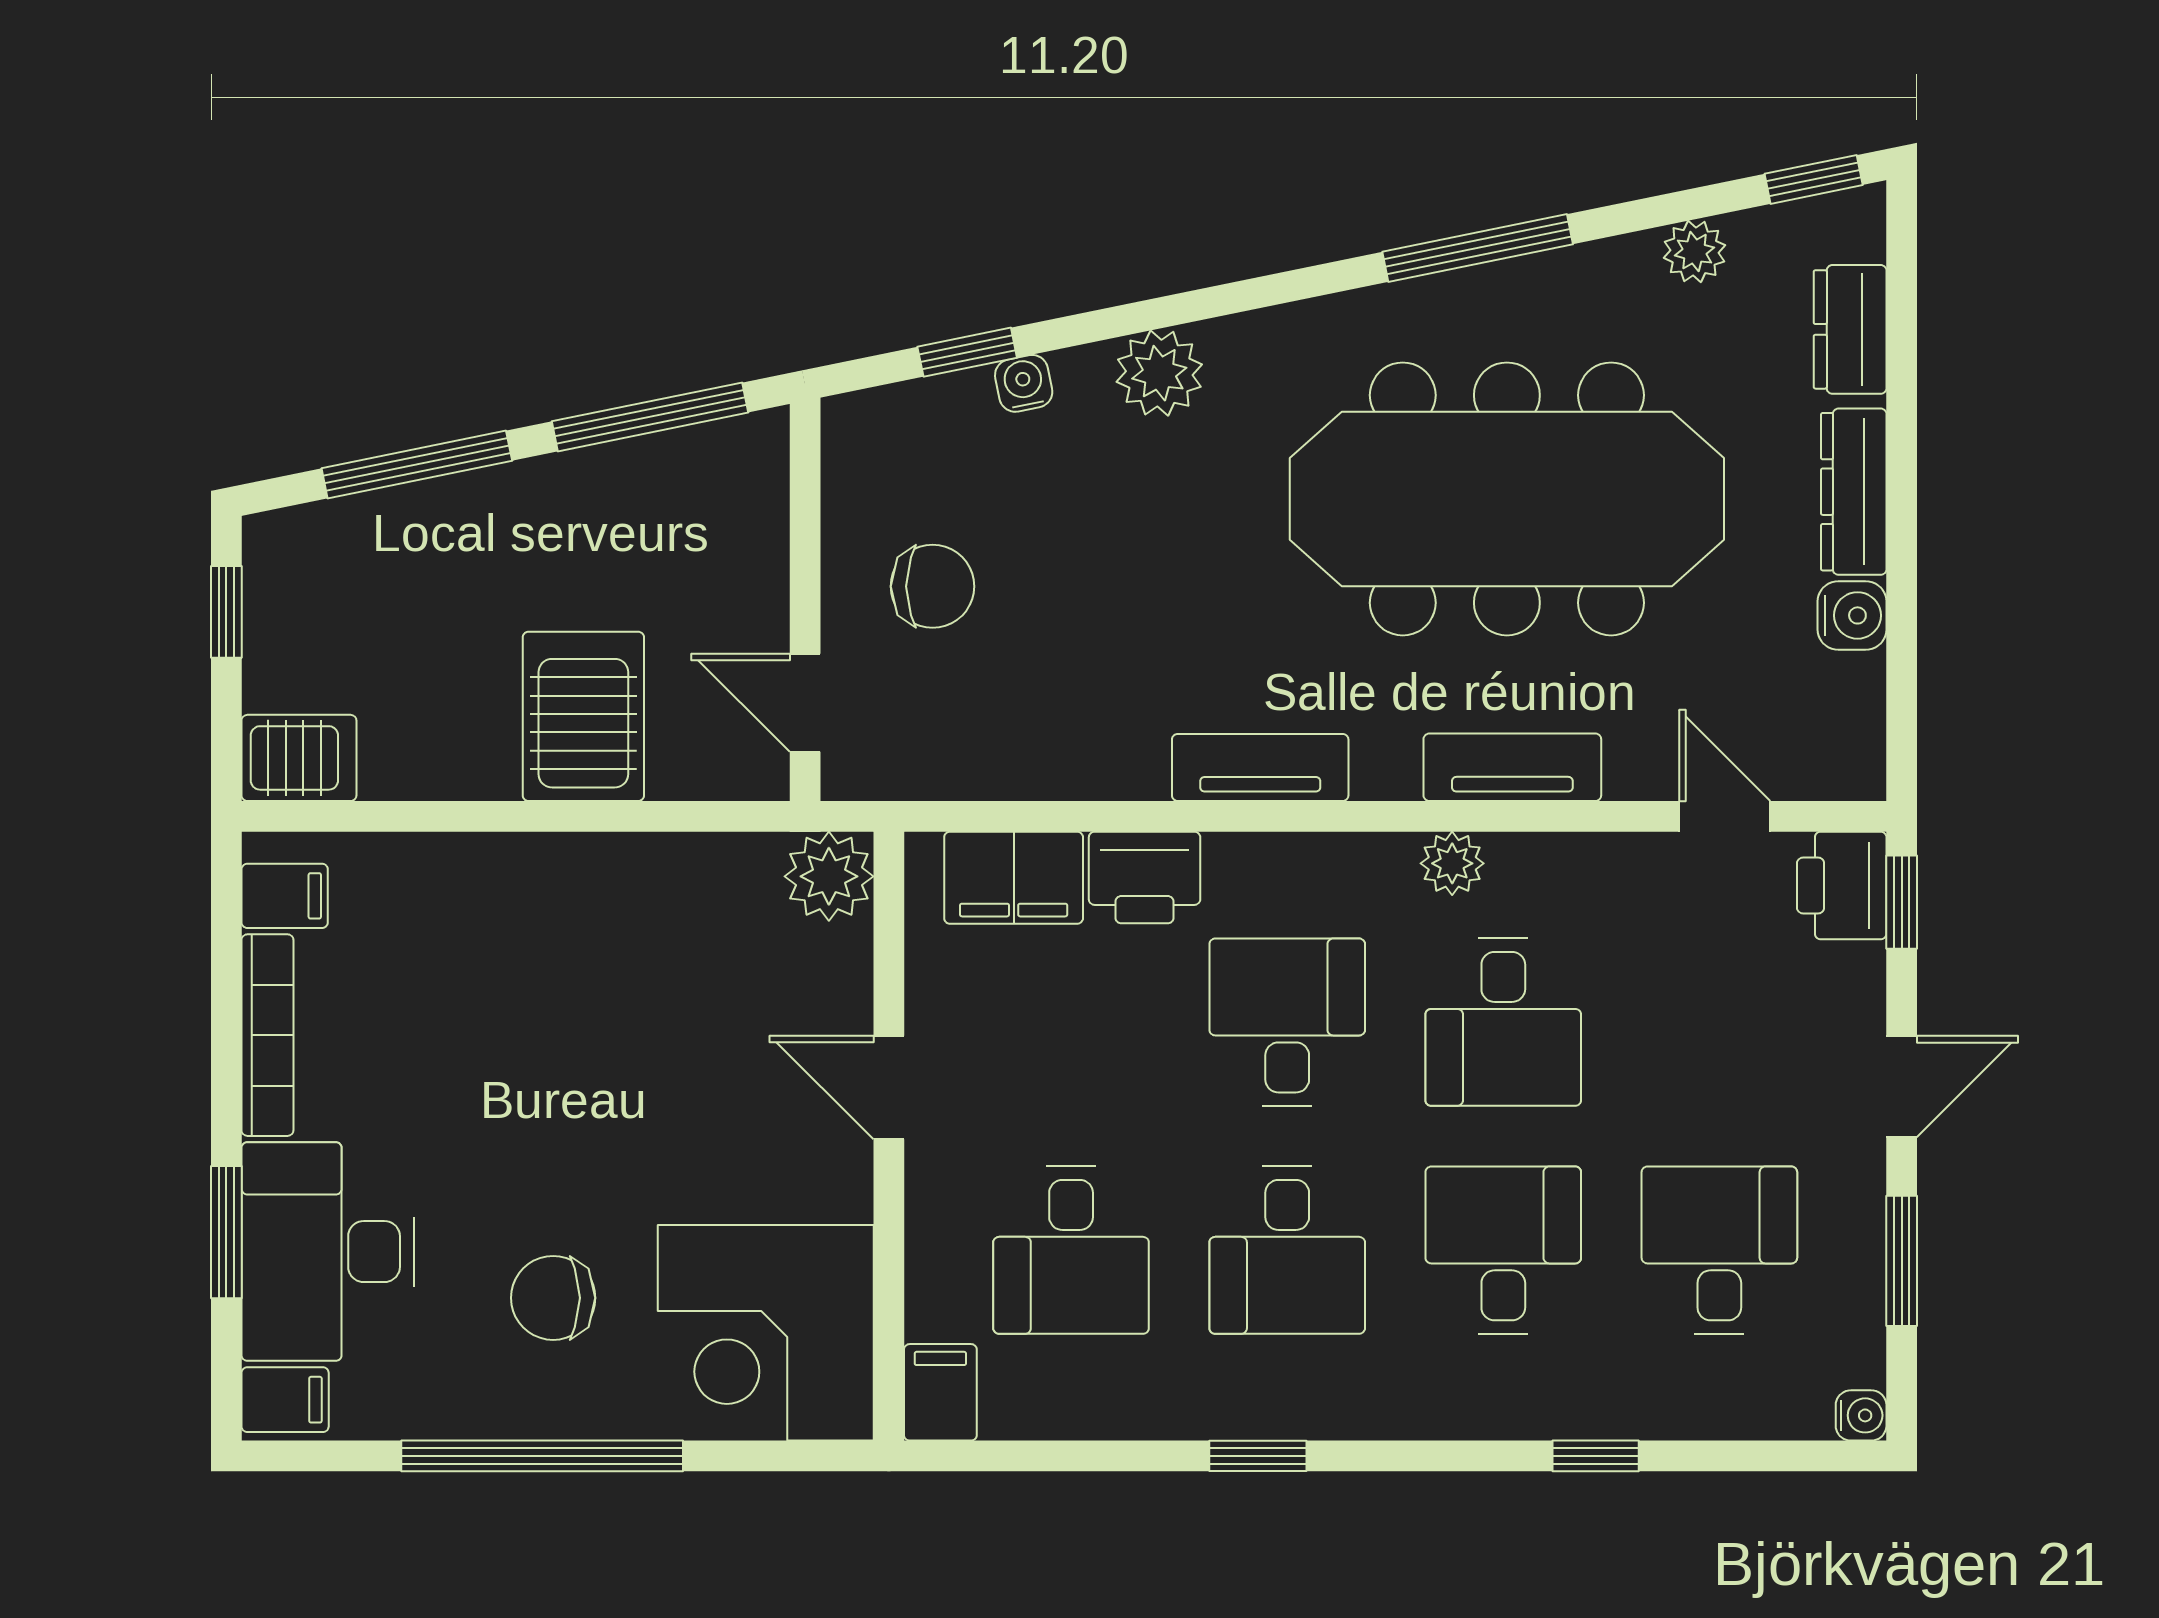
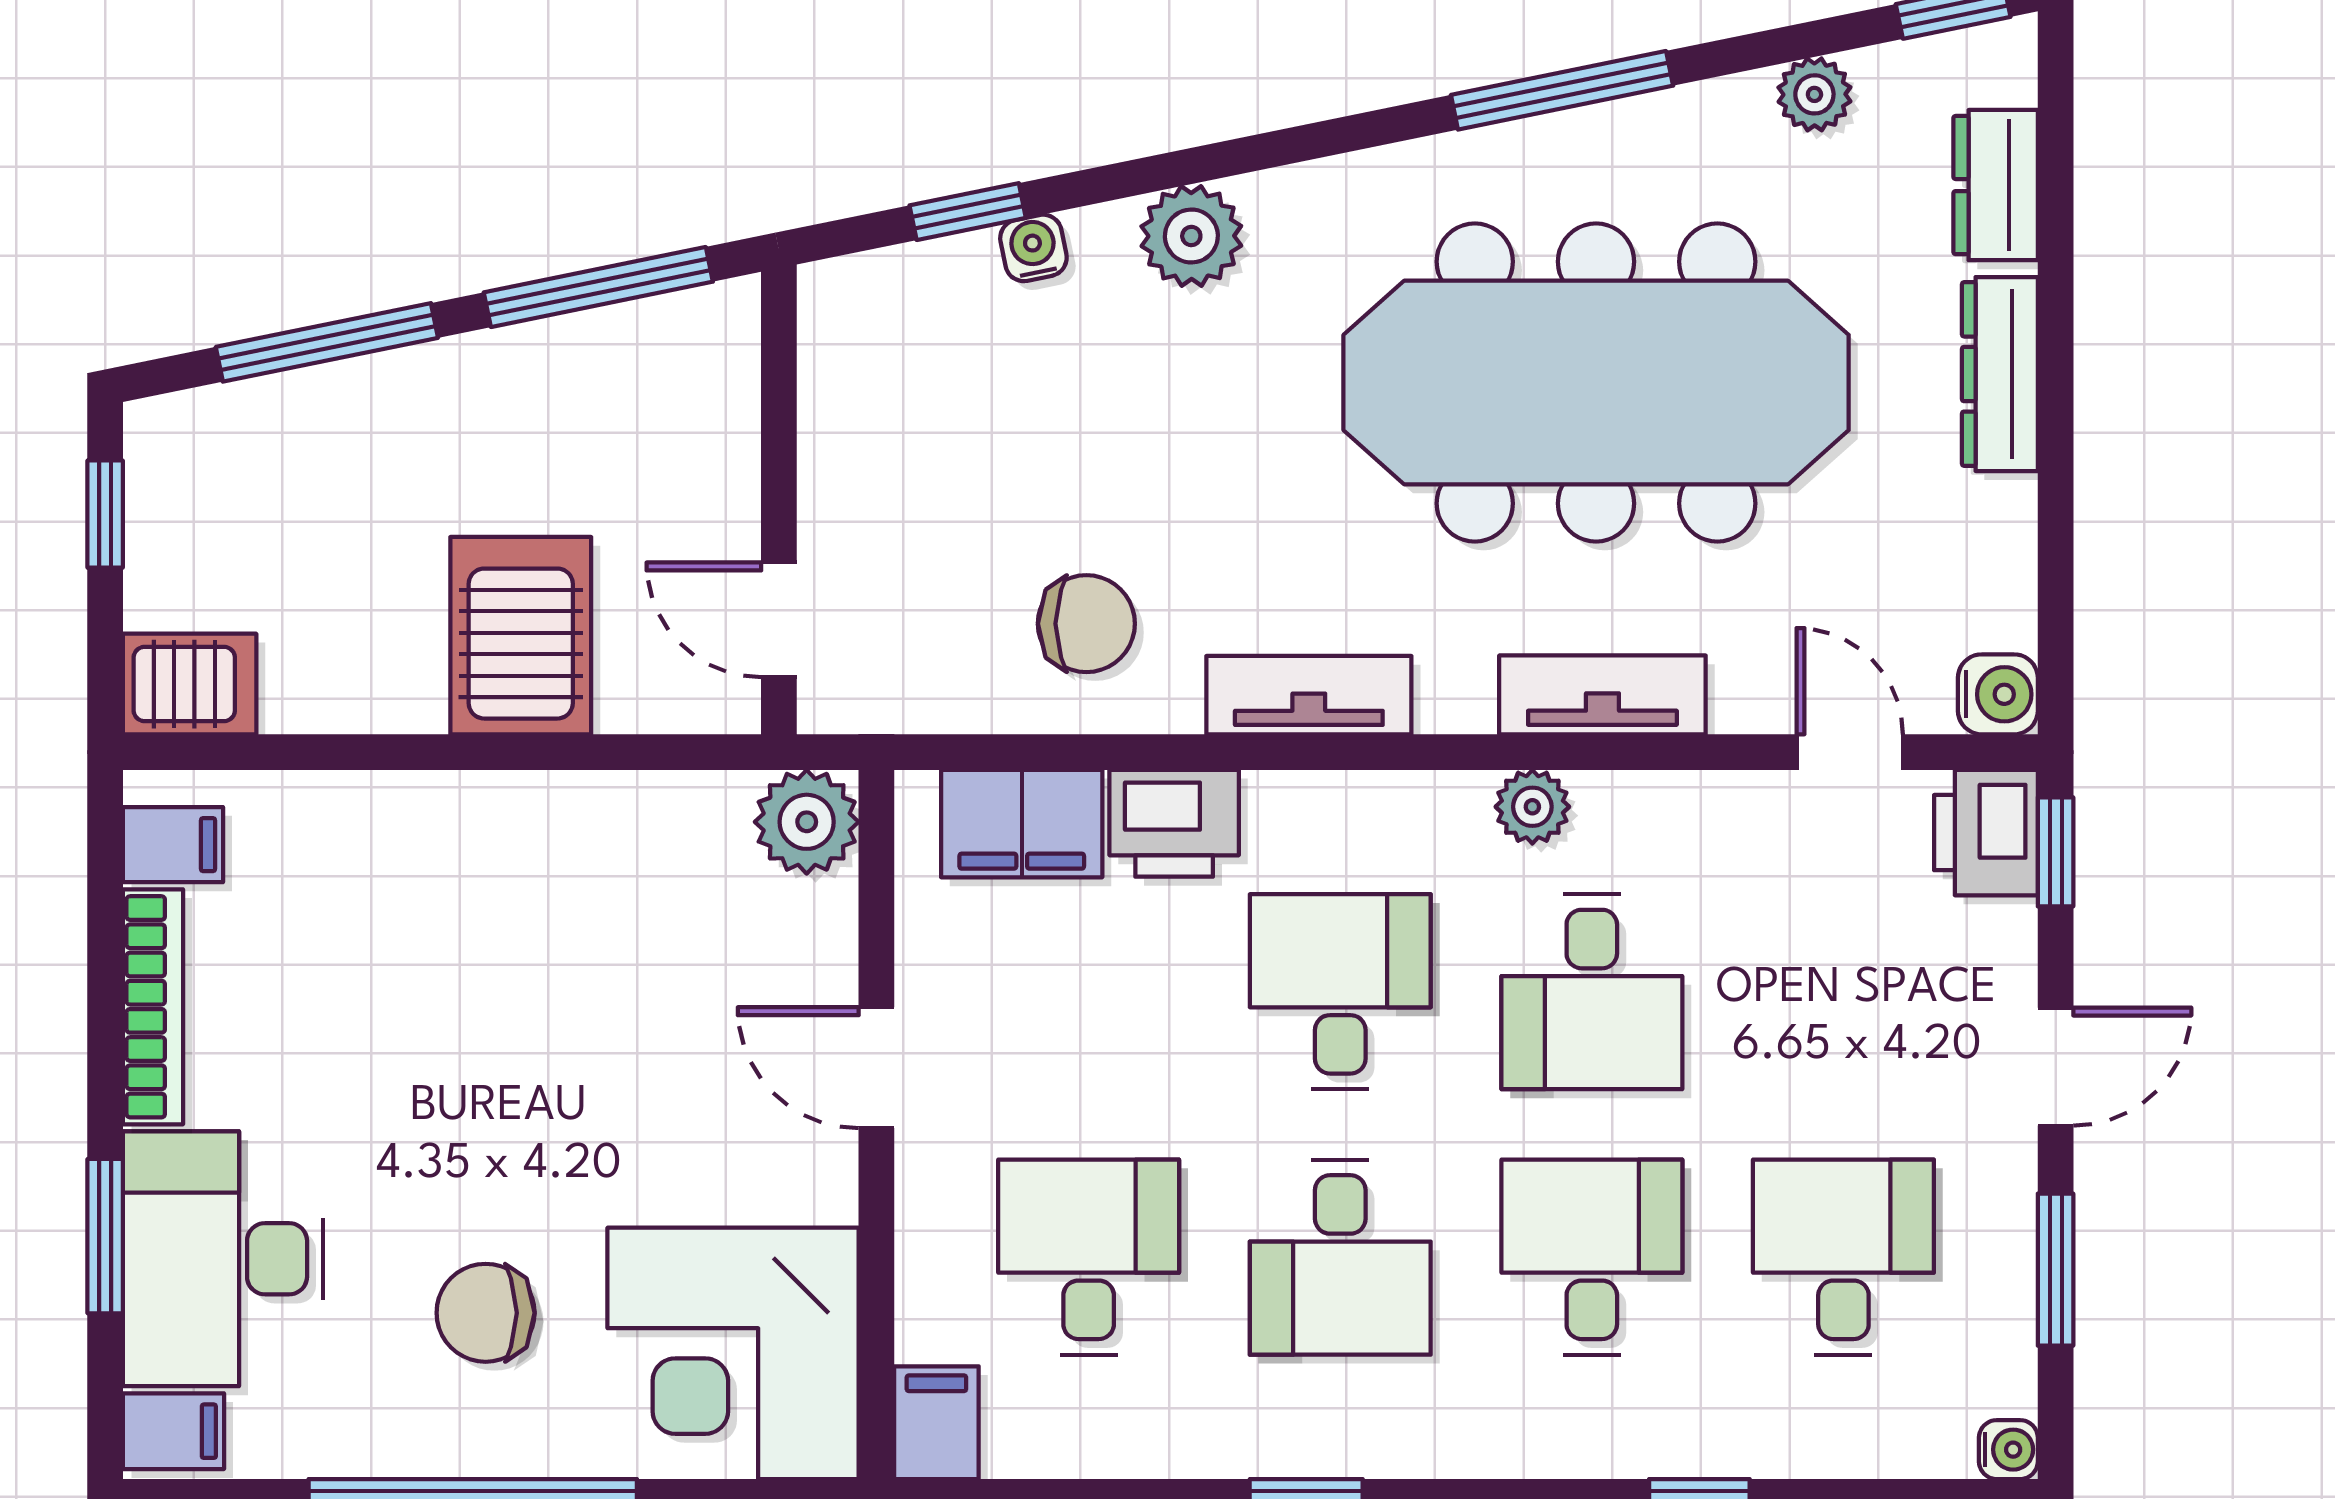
chair: (933, 586) -> (1086, 624), moved
water cooler: (1852, 615) -> (1998, 694), moved
desk: (1071, 1250) -> (1089, 1257), turned 180

